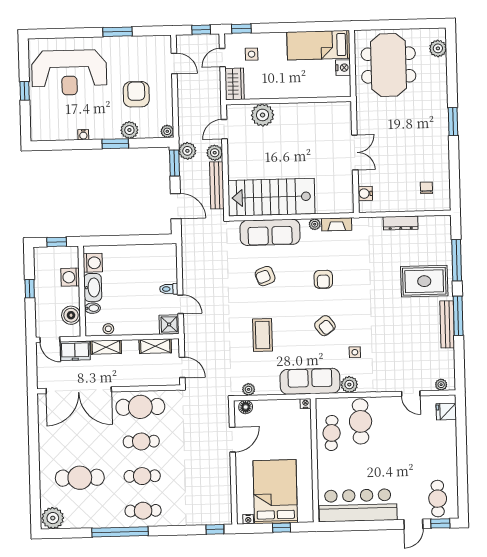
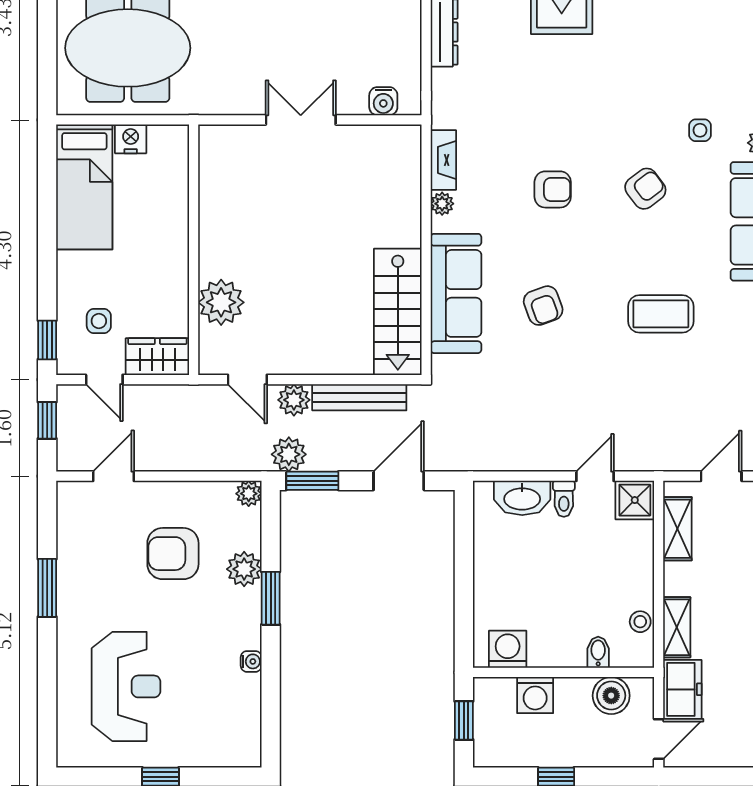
reception desk: (69, 73) -> (126, 686), width x0.74, depth x0.77
stairs: (271, 197) -> (398, 312), width x0.73, depth x0.66
washbasin: (93, 287) -> (522, 498), moved, turned 180

